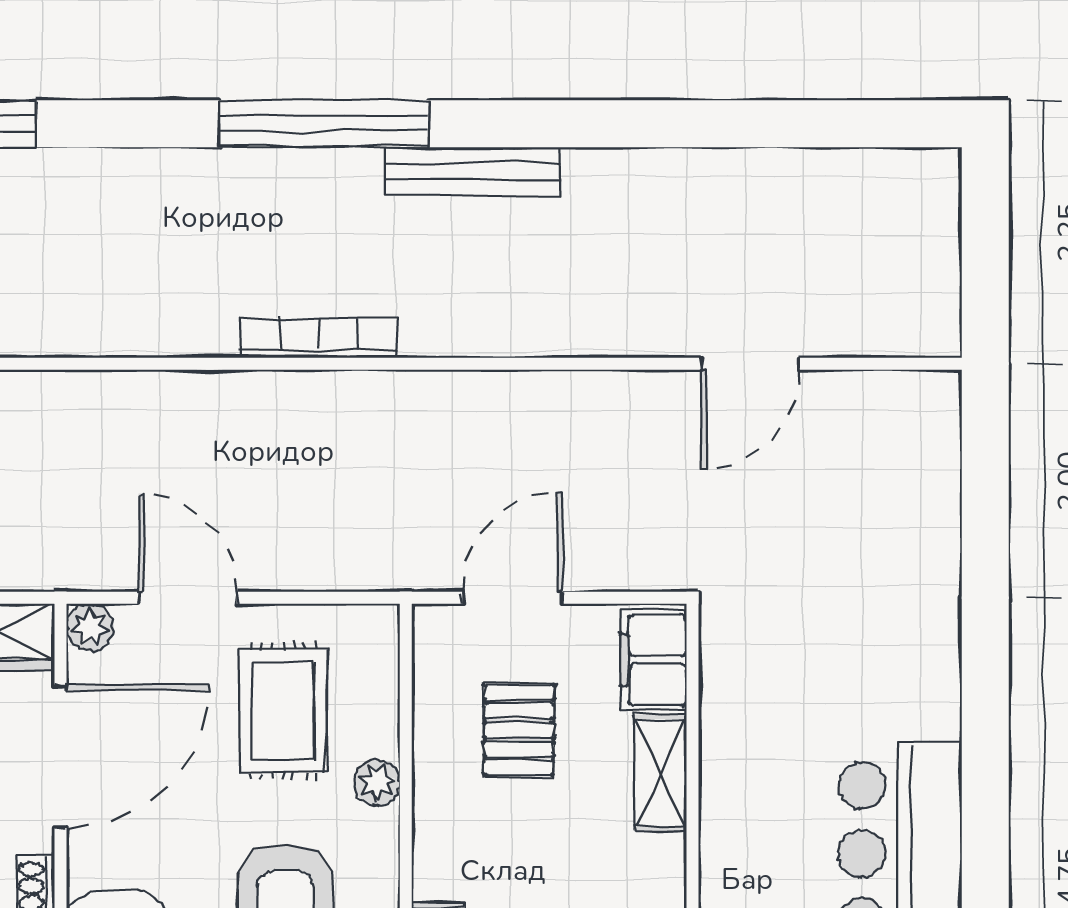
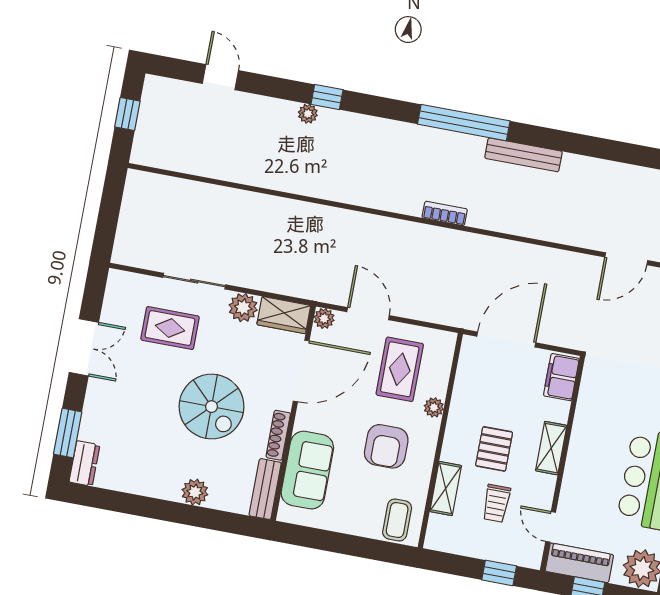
bookcase: (319, 338) -> (445, 213), width x0.64
door: (512, 598) -> (506, 339), width x1.36
pallet: (519, 730) -> (494, 449), moved
shelving: (661, 773) -> (551, 448), moved

